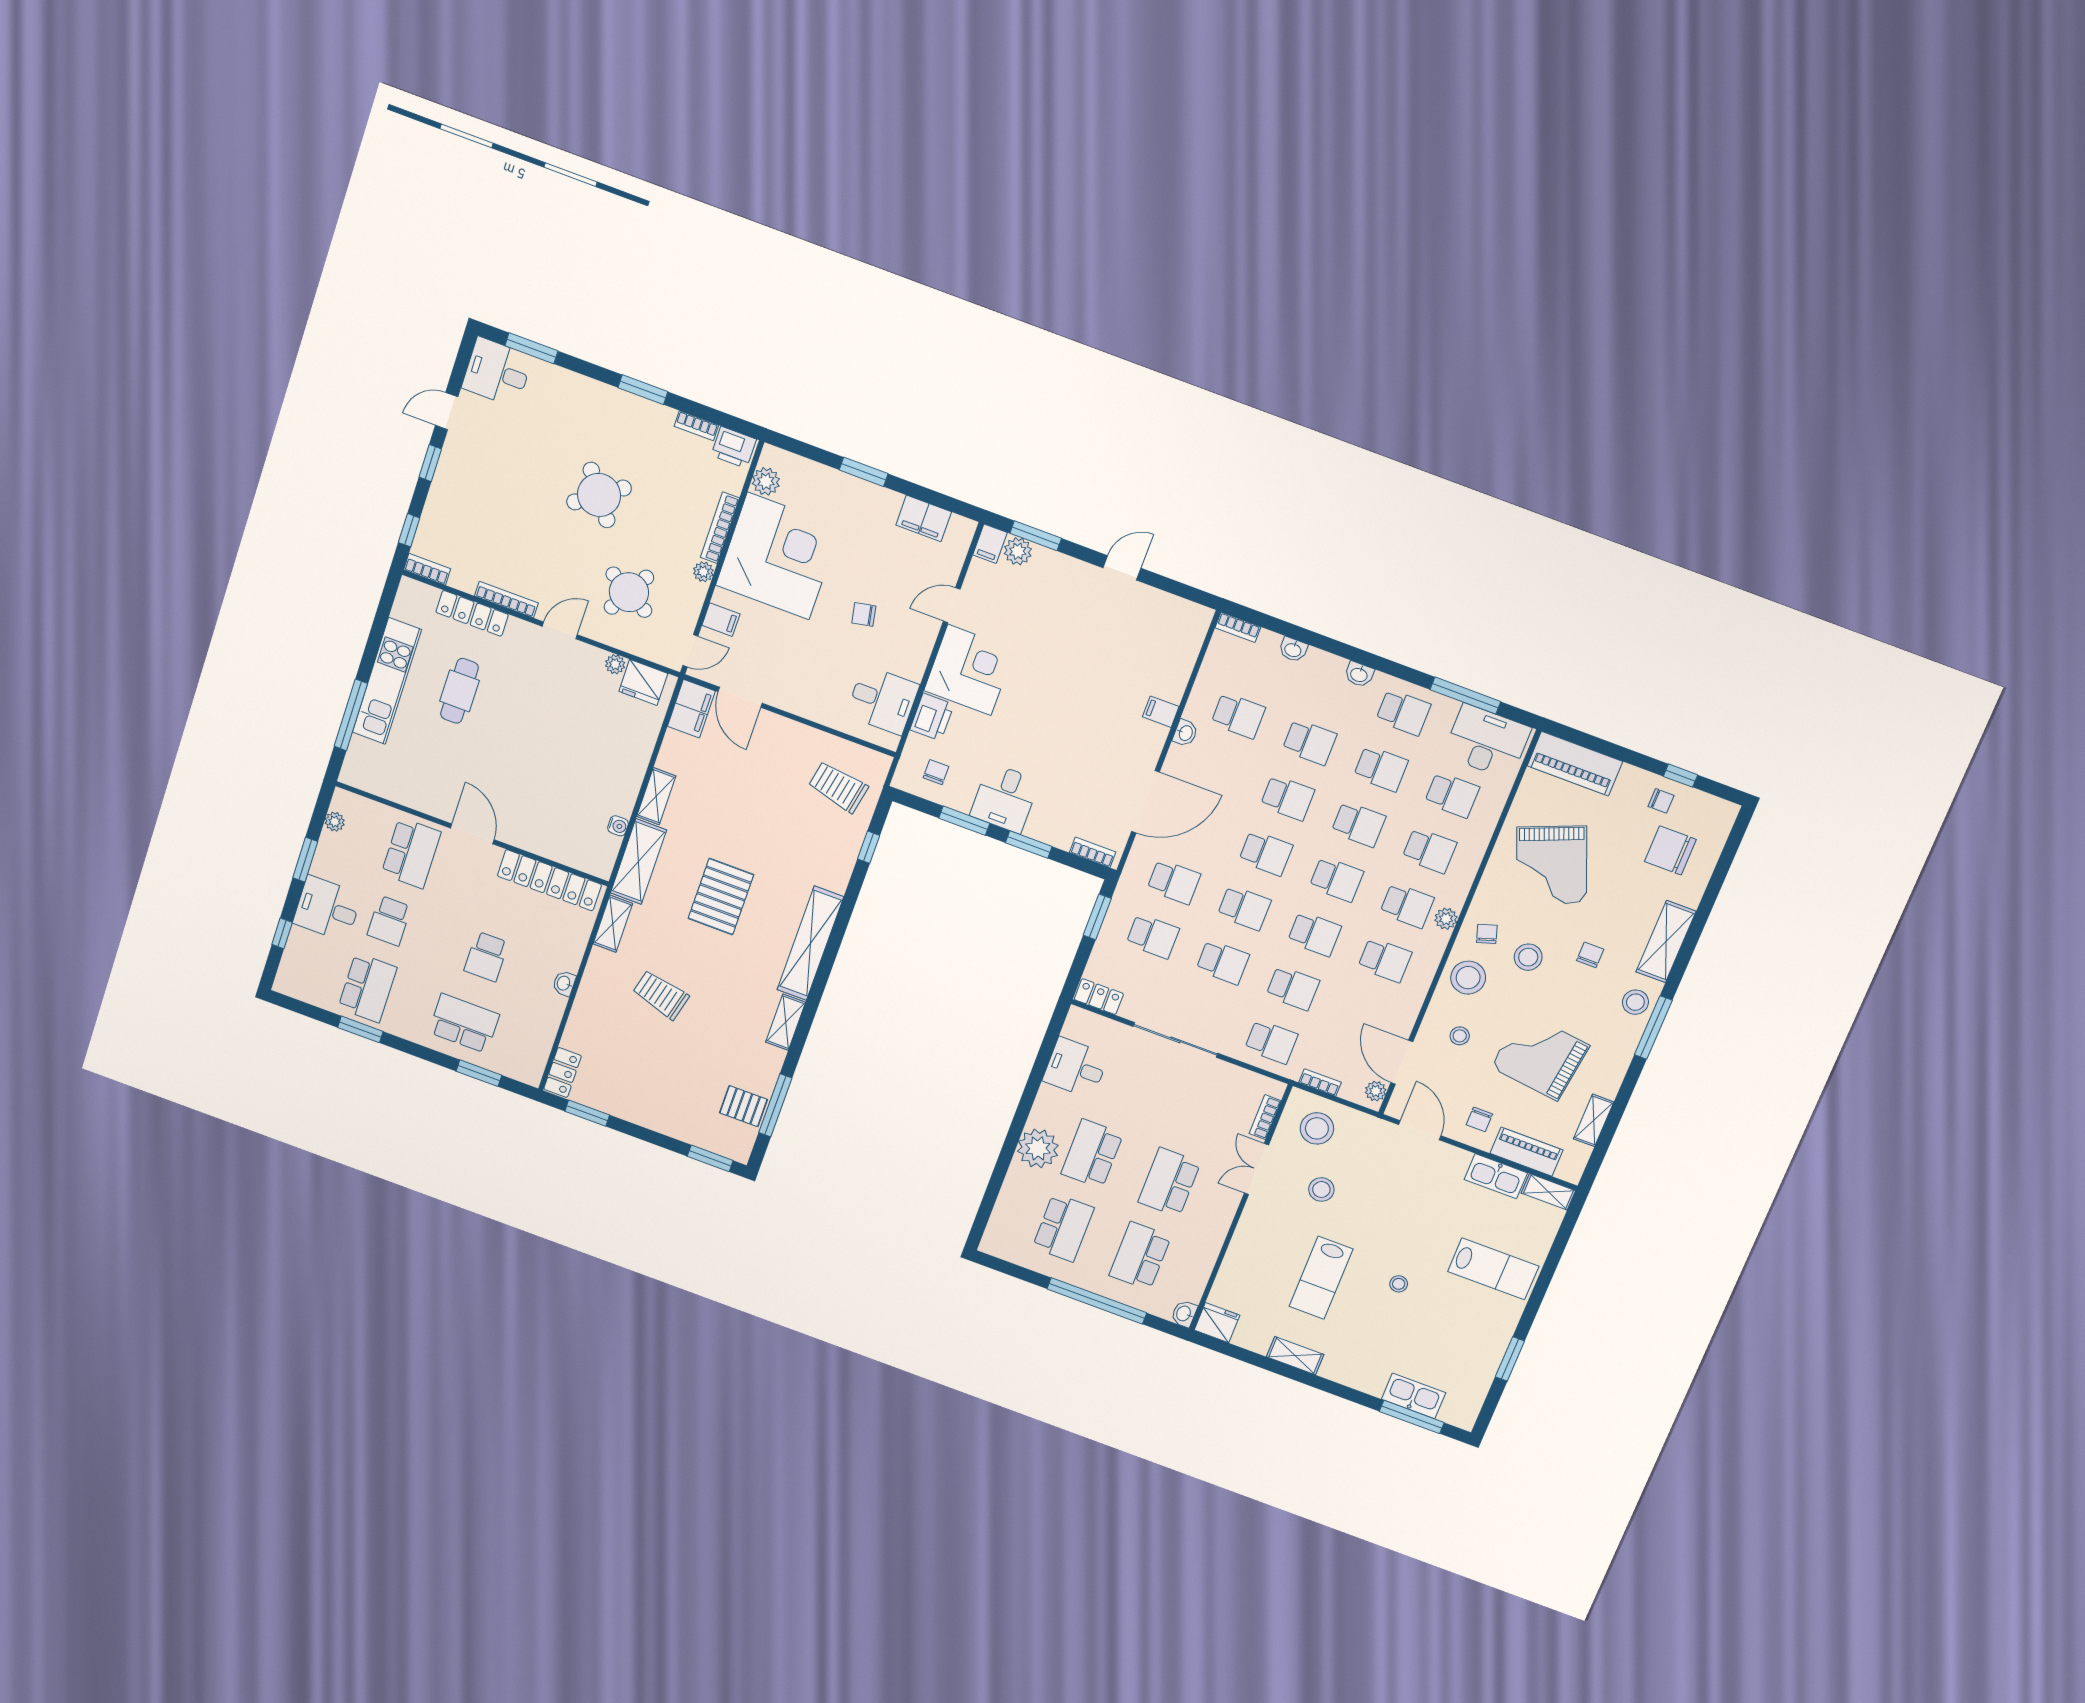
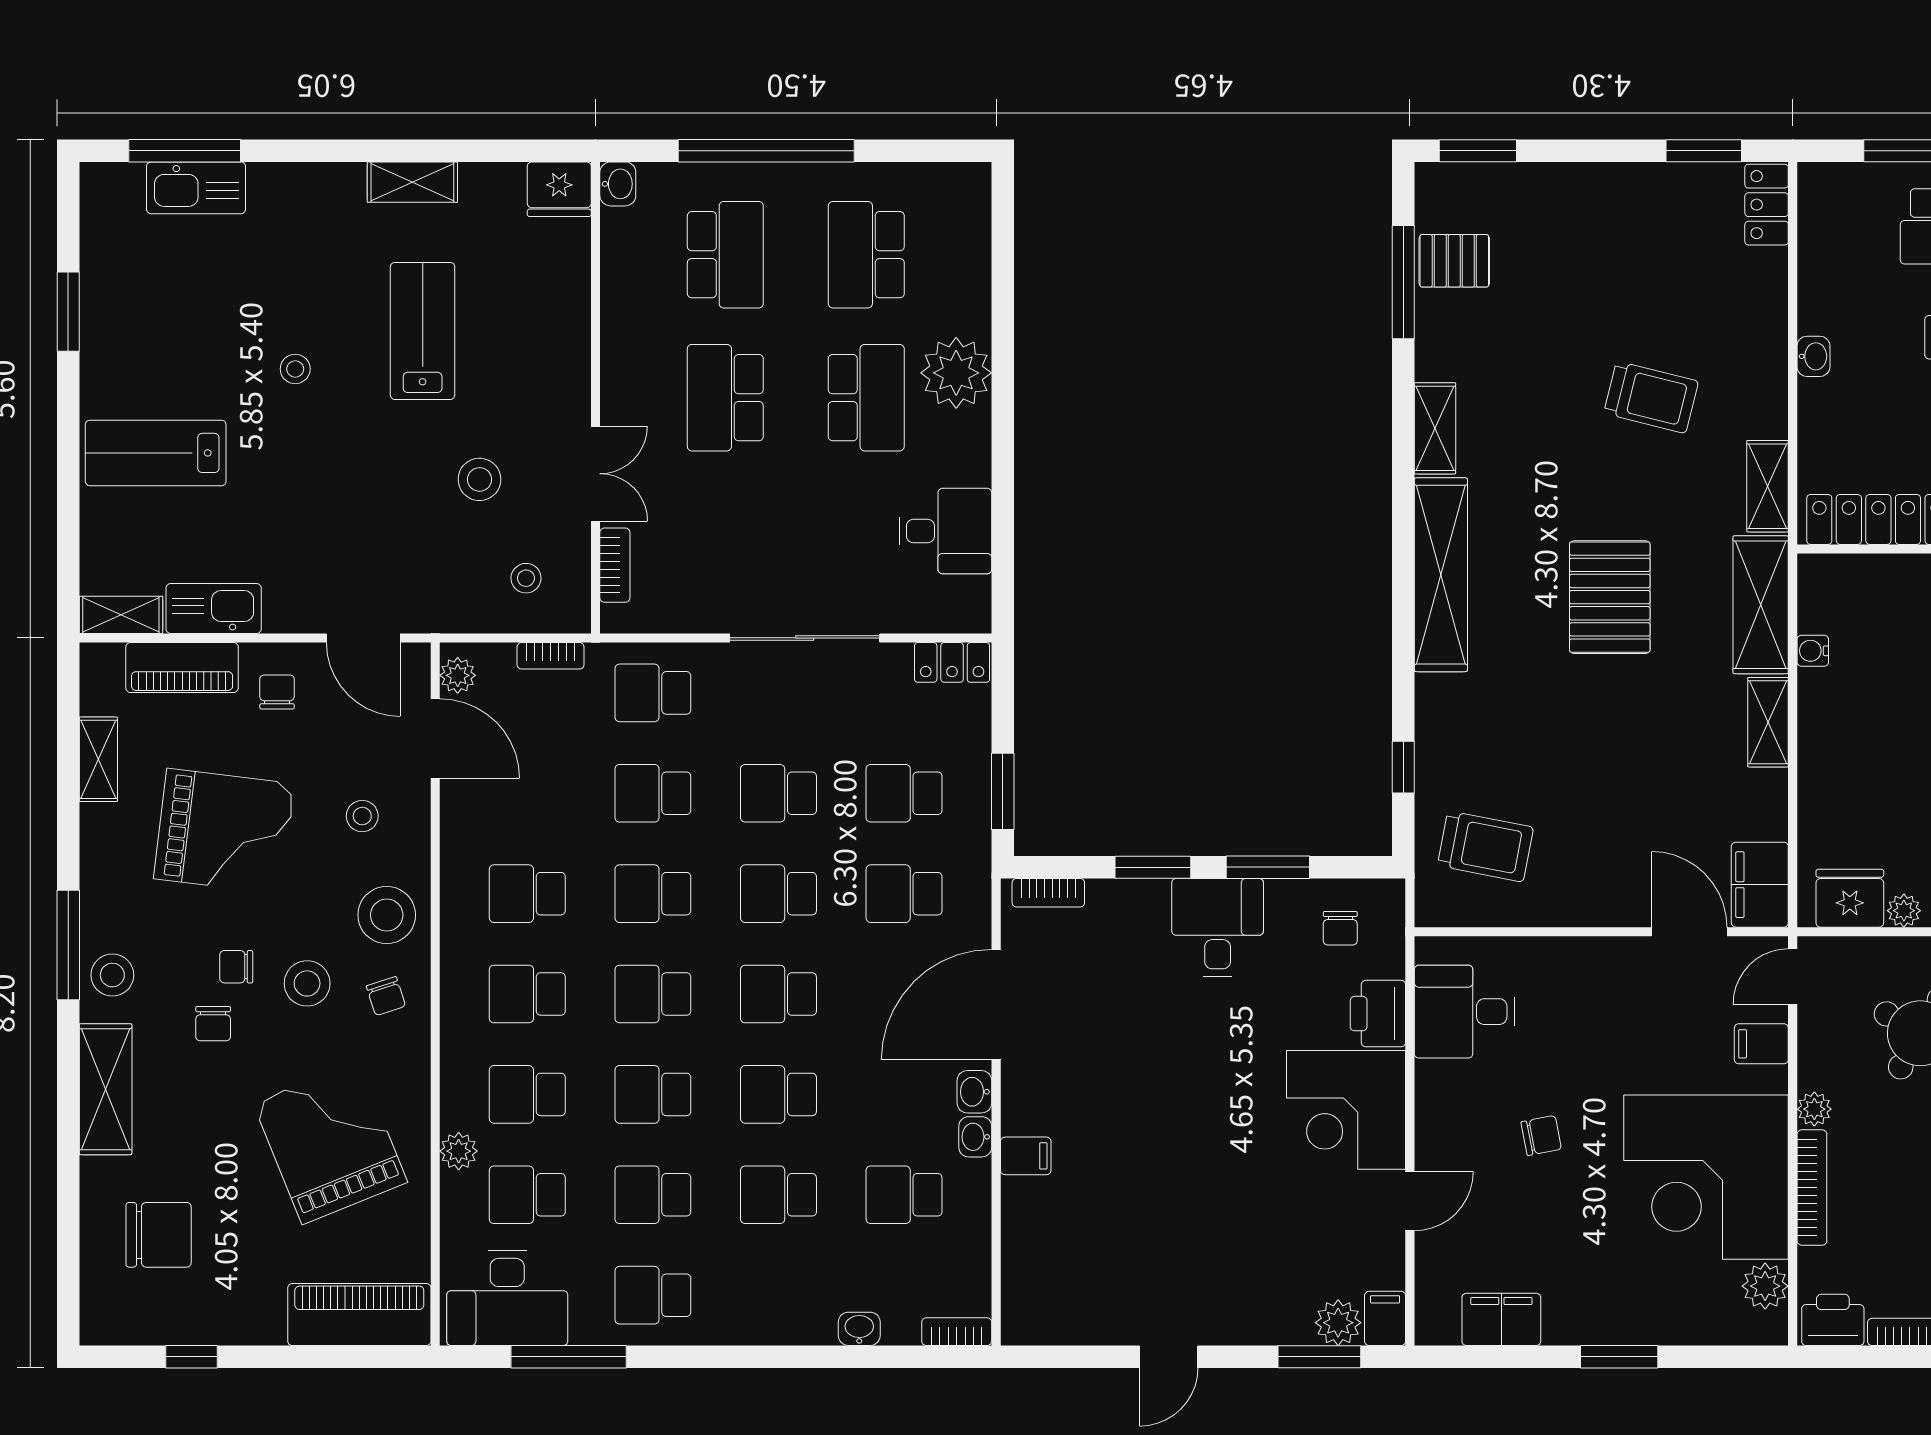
washbasin: (1359, 674) -> (974, 1092), moved, turned -90
chair: (1661, 801) -> (236, 967), moved
plant: (1446, 919) -> (459, 1151), moved
stool: (1317, 1128) -> (526, 578), width x0.53, depth x0.53
school desk: (1169, 1182) -> (725, 398), turned 180

